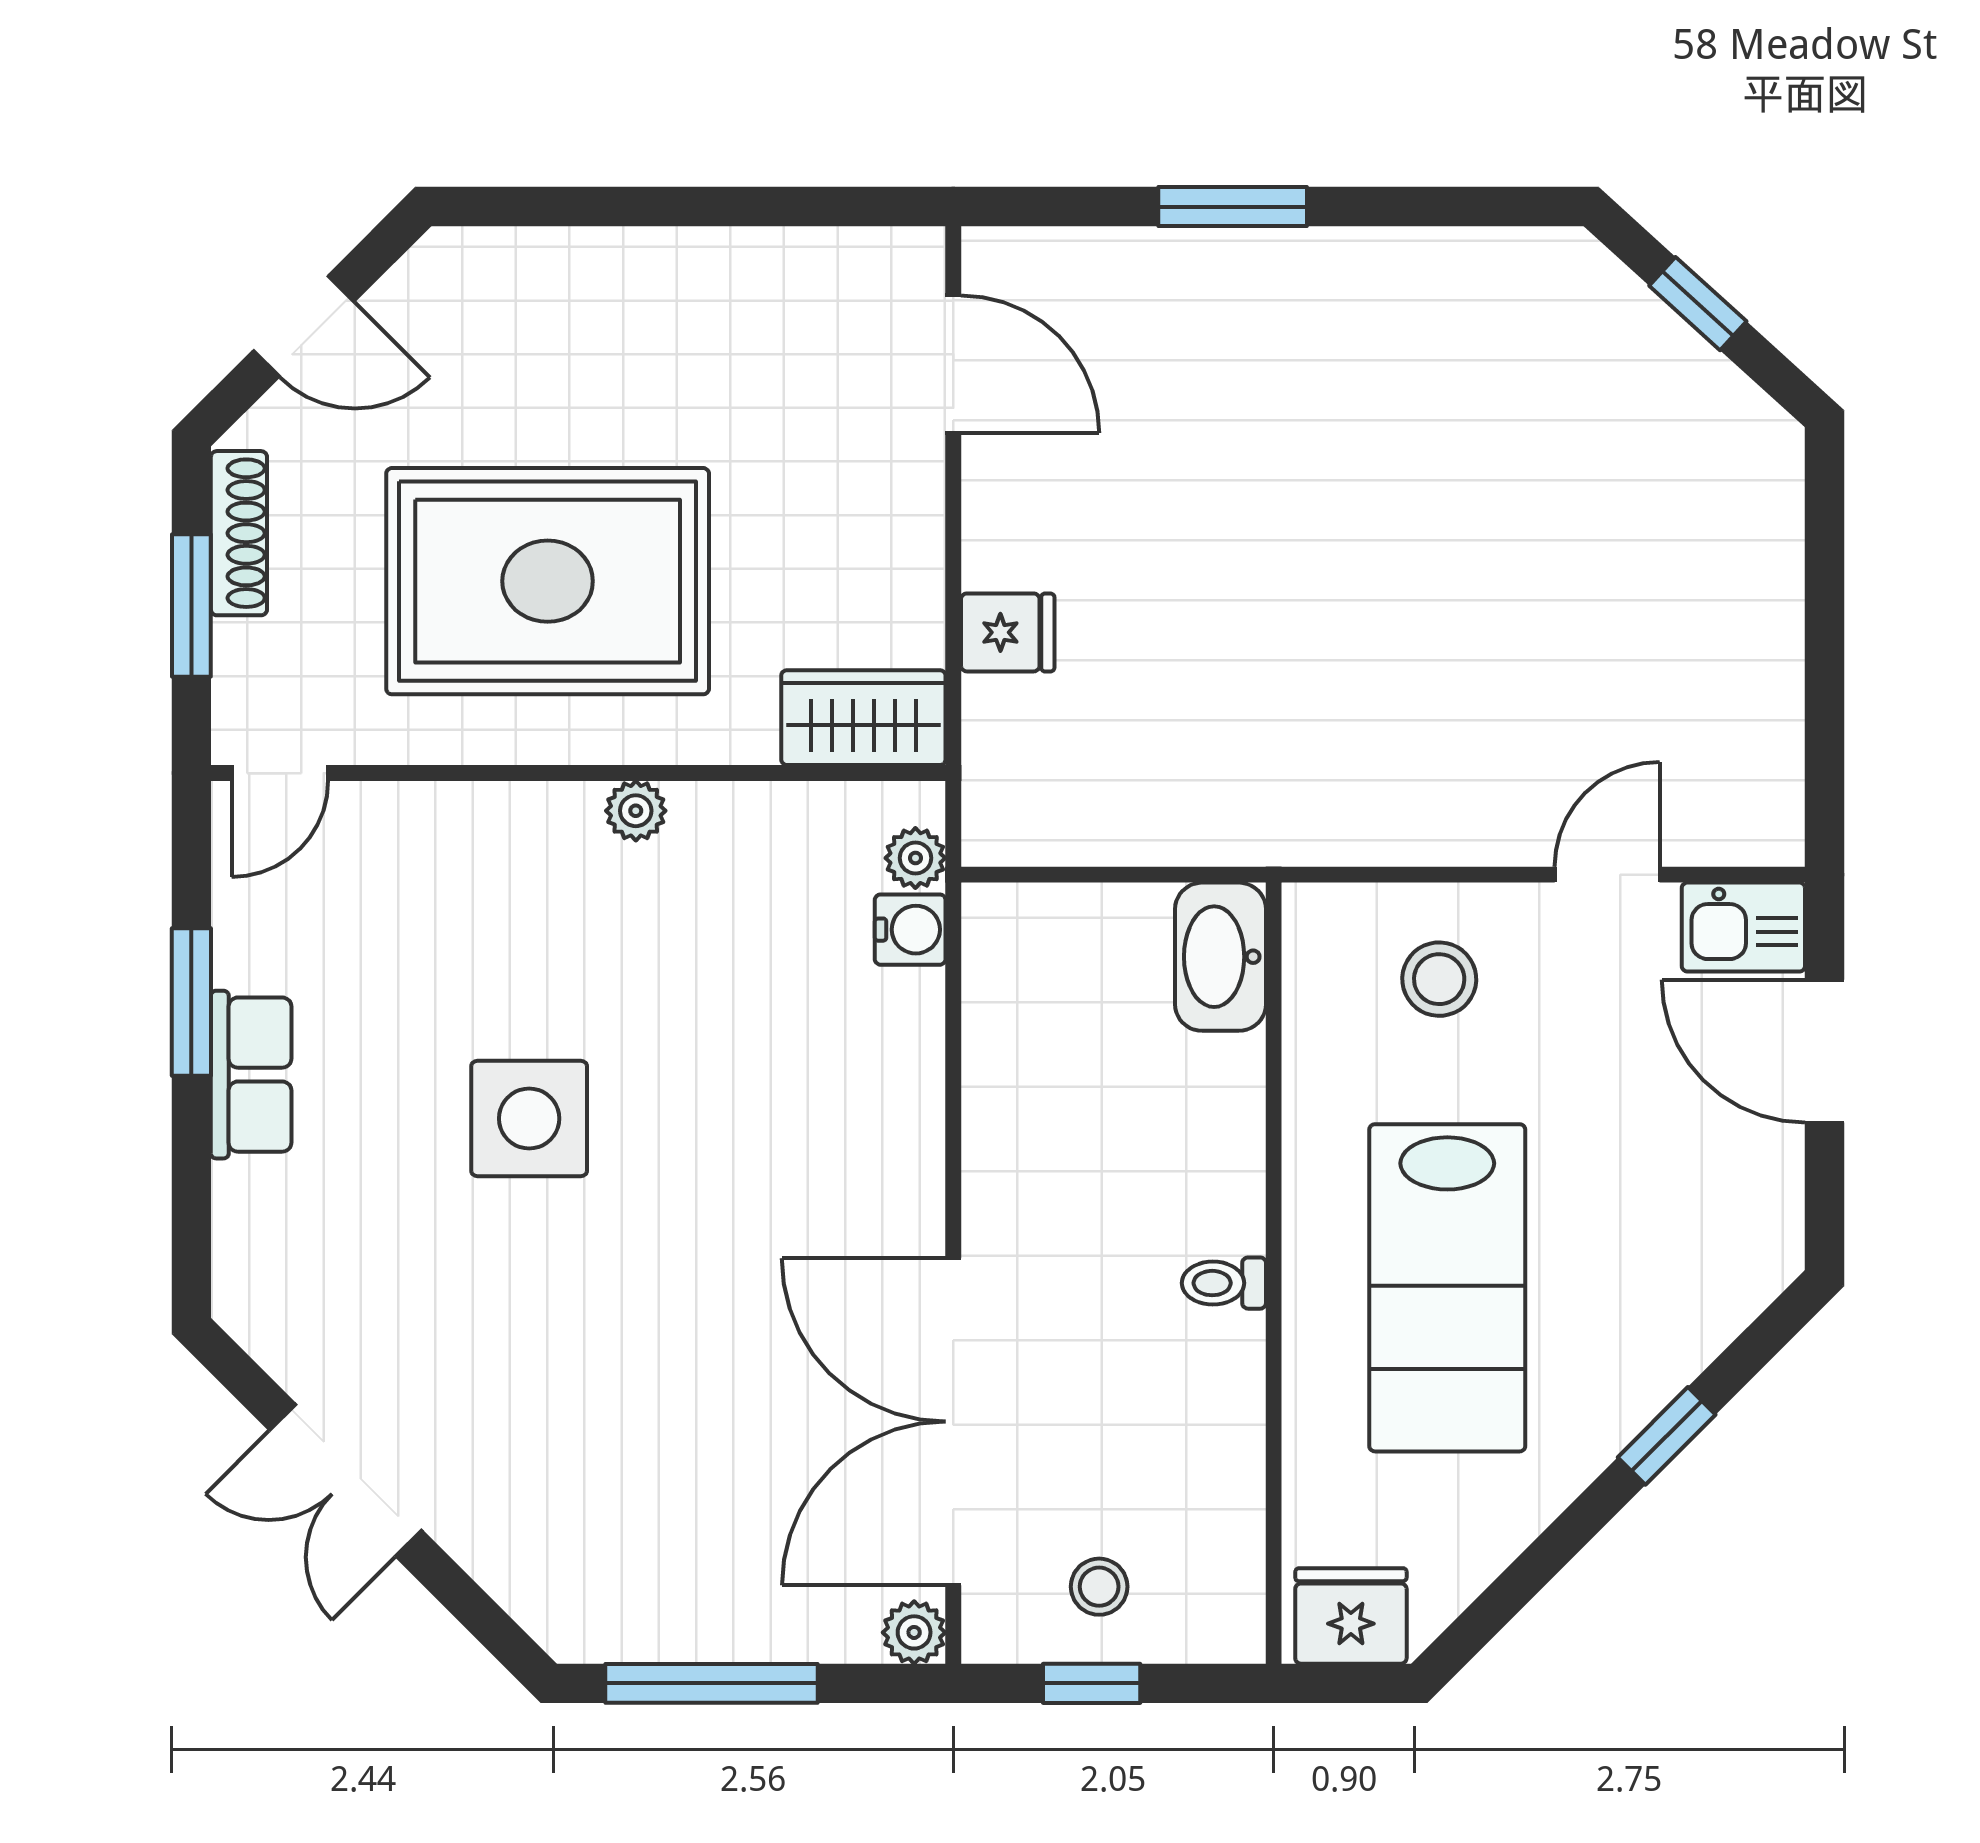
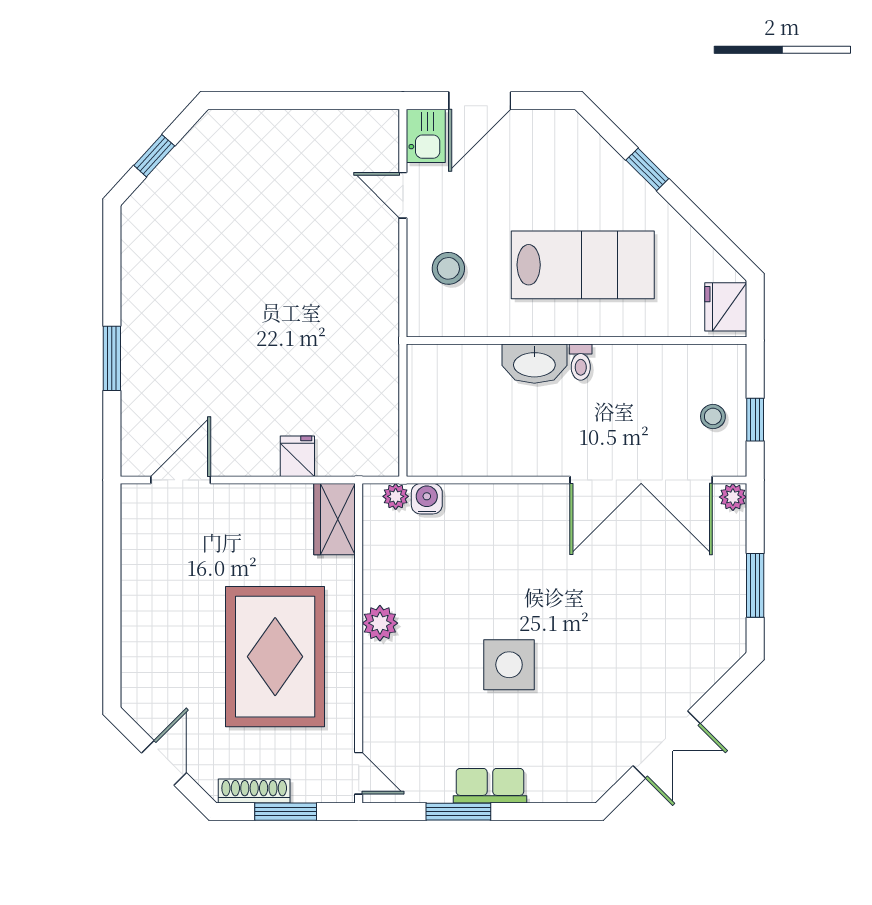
plant: (636, 811) -> (380, 623), width x1.38, depth x1.38
washbasin: (1220, 957) -> (534, 364), moved
window: (711, 1683) -> (755, 585), width x0.69

